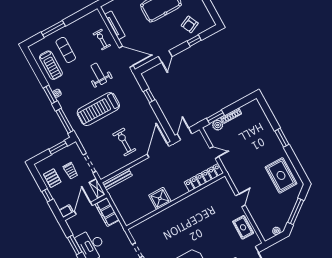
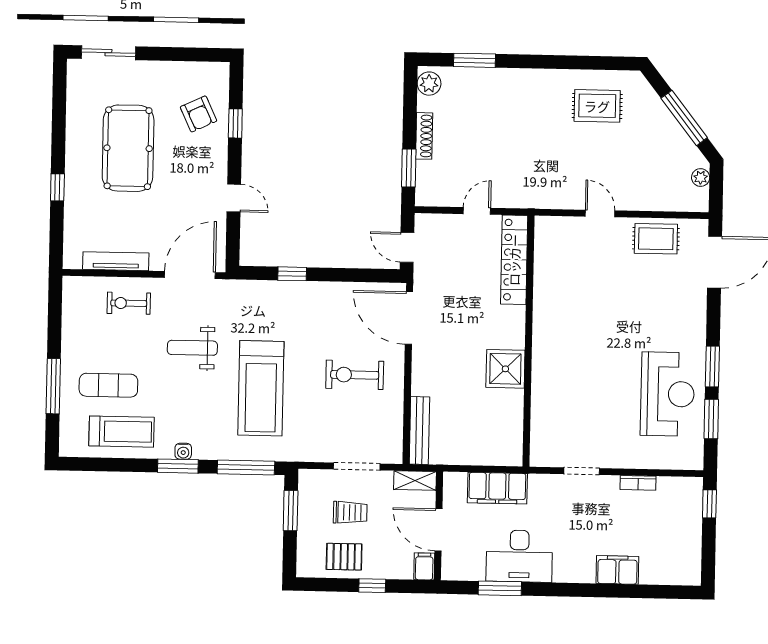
plant: (218, 125) -> (429, 84), moved
window: (282, 138) -> (474, 60), moved
rug: (281, 175) -> (597, 106), width x0.73, depth x0.70
filing cabinet: (107, 212) -> (497, 488), moved

